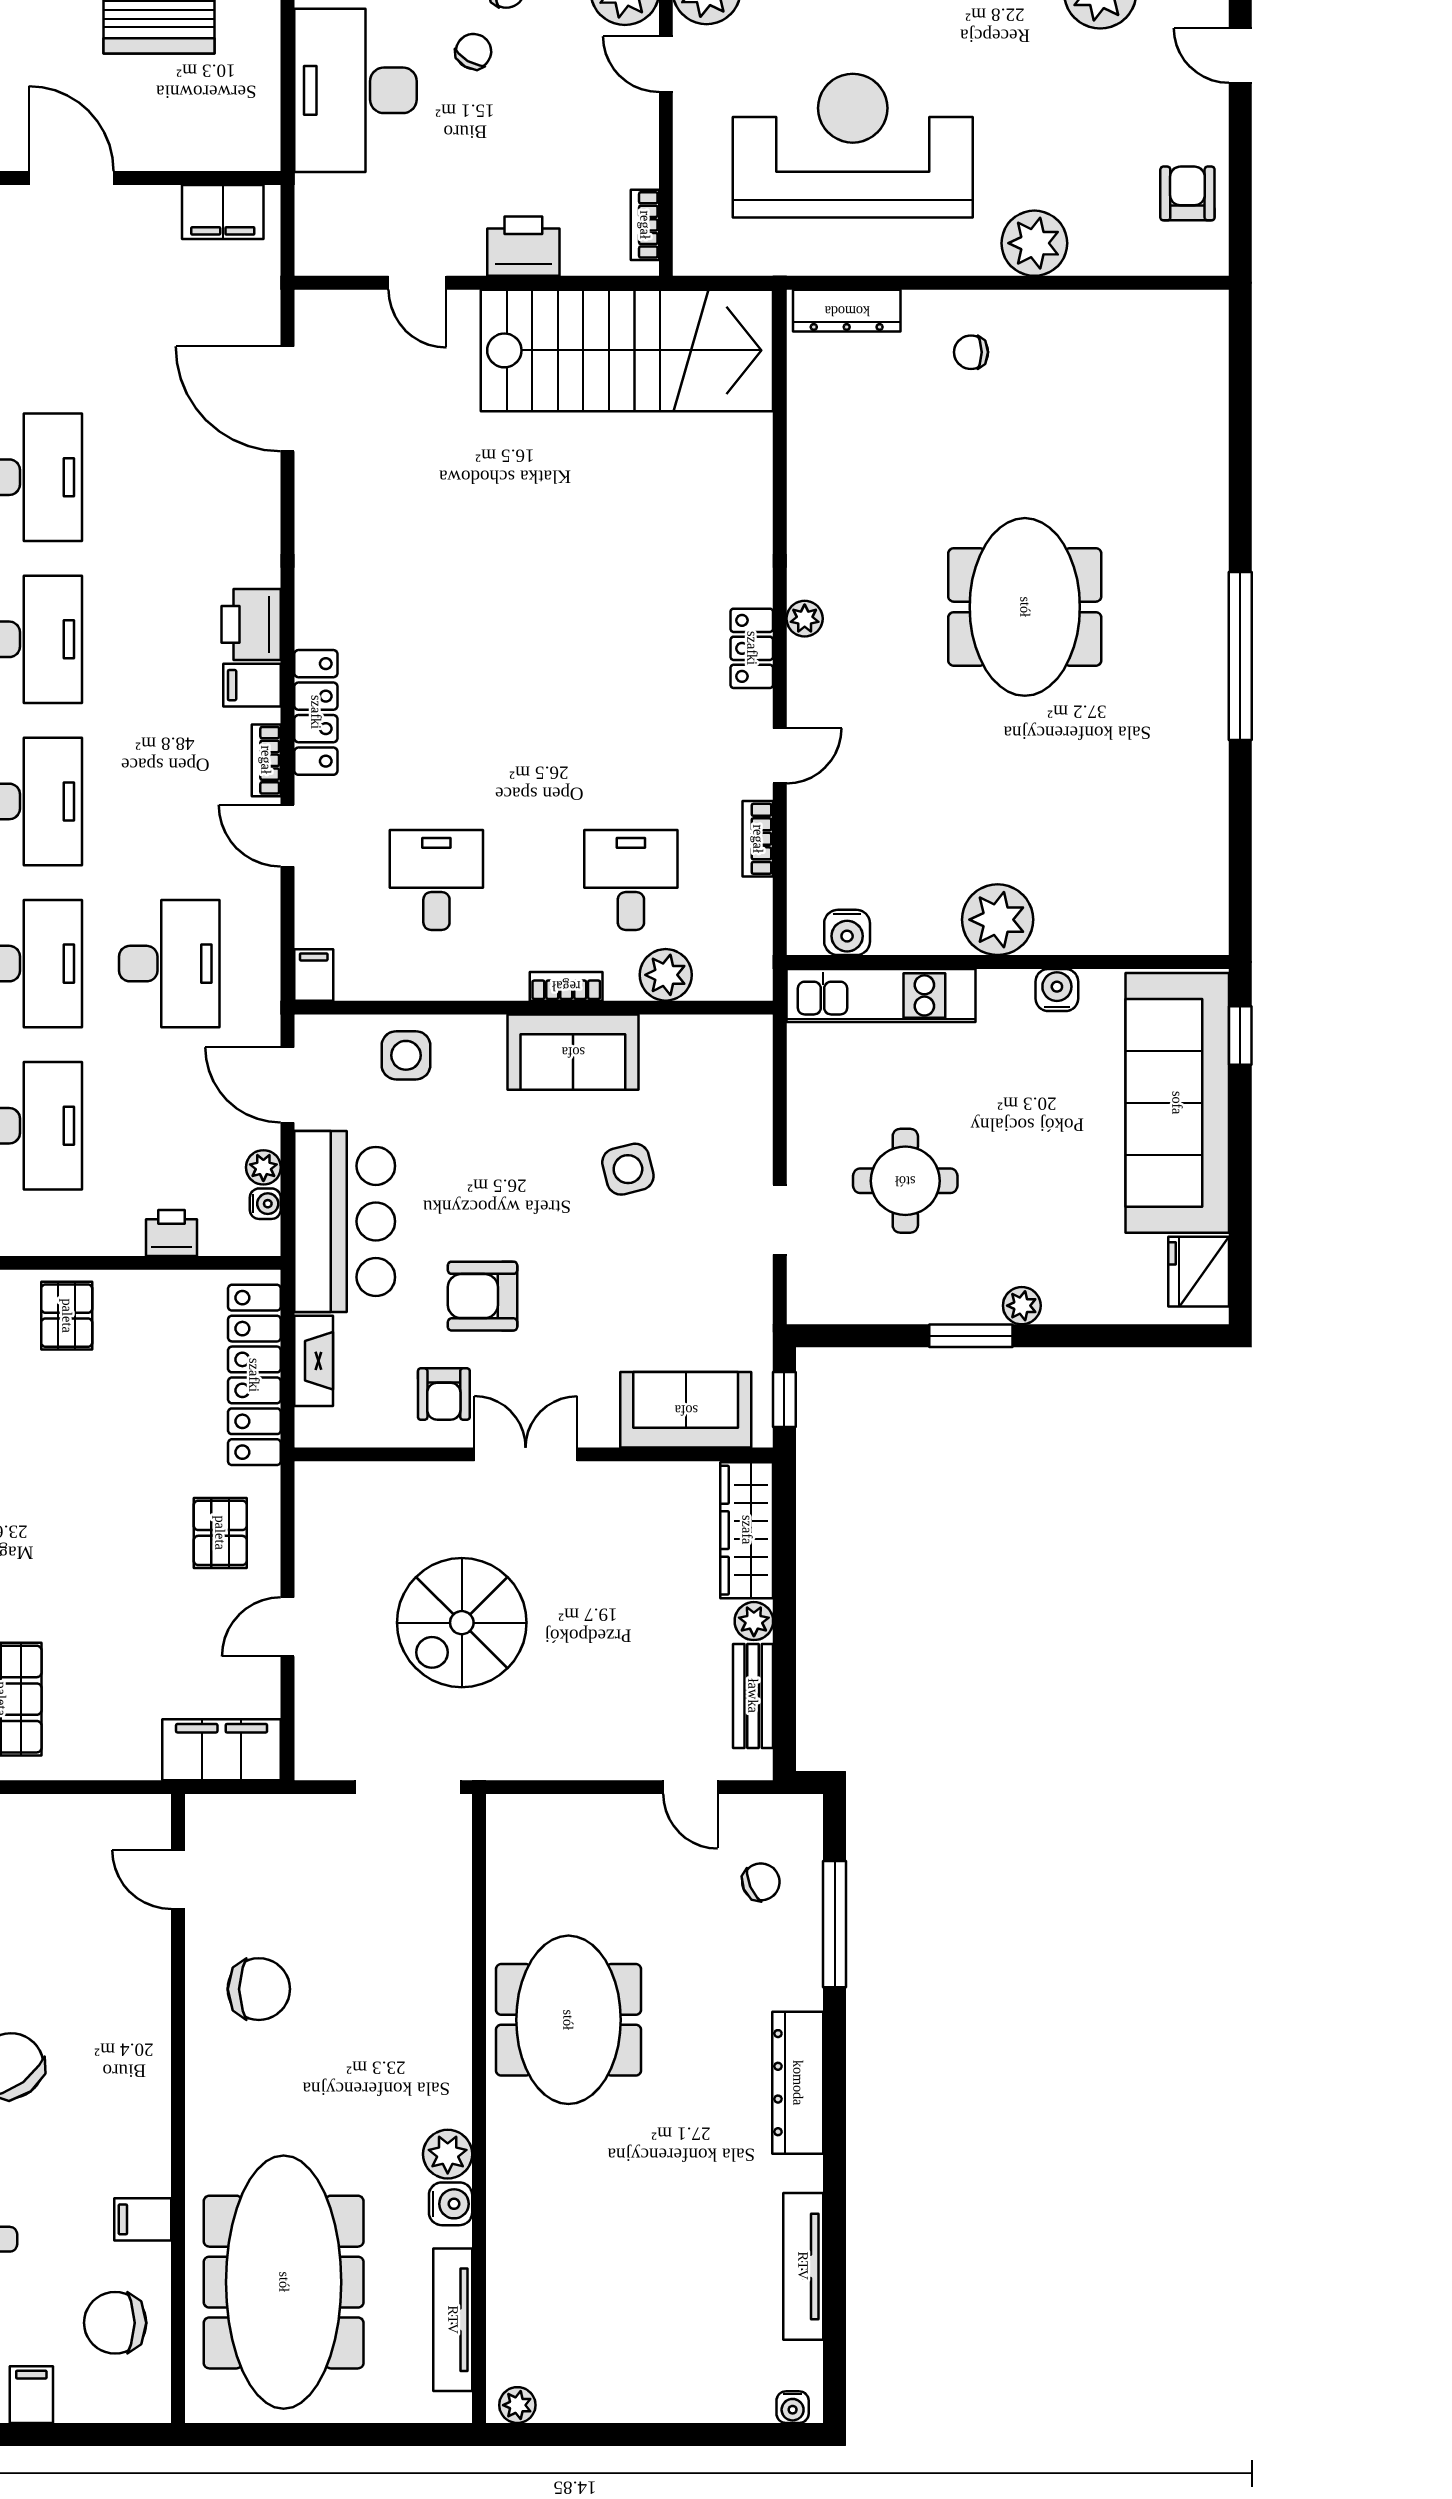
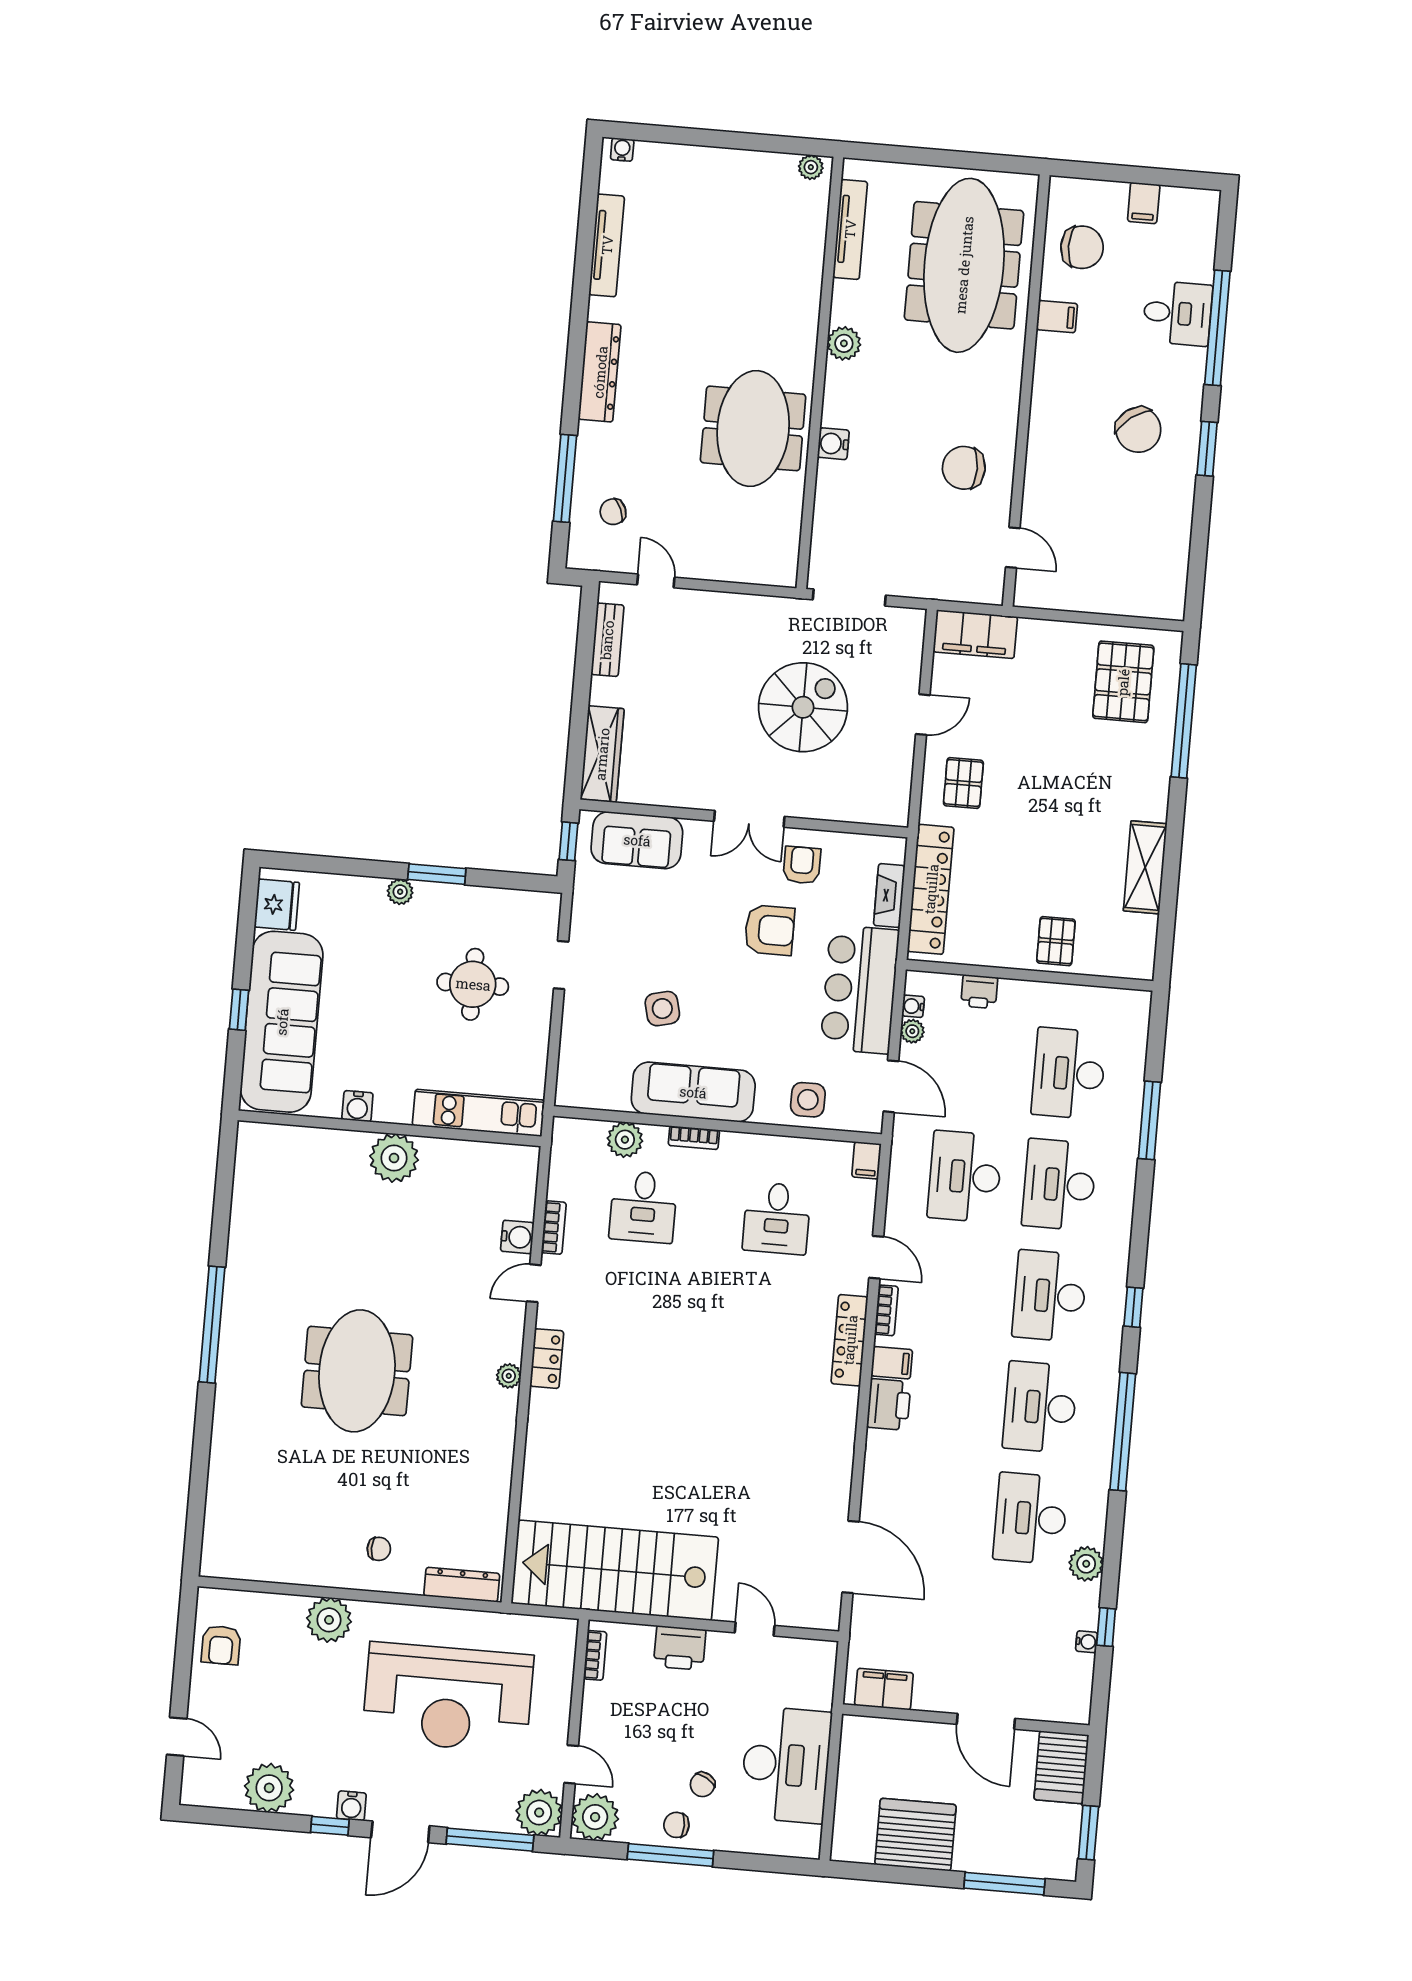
water cooler: (847, 932) -> (517, 1237), moved, turned 90
window: (1240, 1035) -> (239, 1010), moved
sofa: (573, 1052) -> (693, 1092), width x1.36
plant: (754, 1621) -> (602, 691), removed
water cooler: (451, 2204) -> (833, 444), moved

